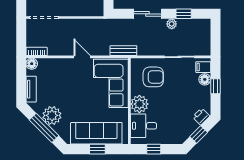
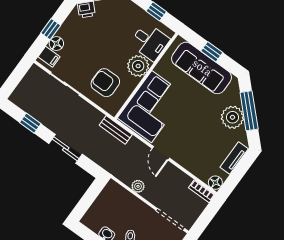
plant: (172, 24) -> (138, 186), moved

